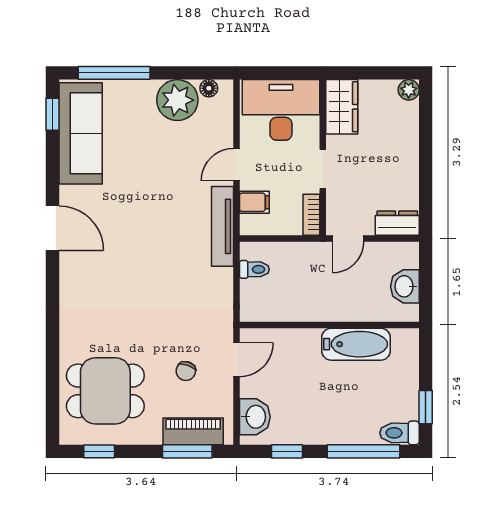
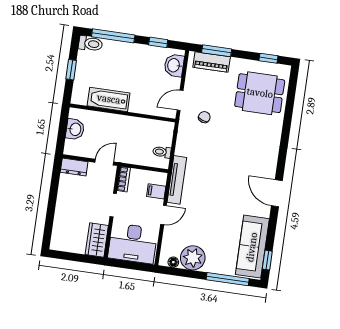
plant: (409, 90) -> (56, 244), removed
chair: (186, 371) -> (204, 117), moved
window: (426, 407) -> (71, 70), moved

